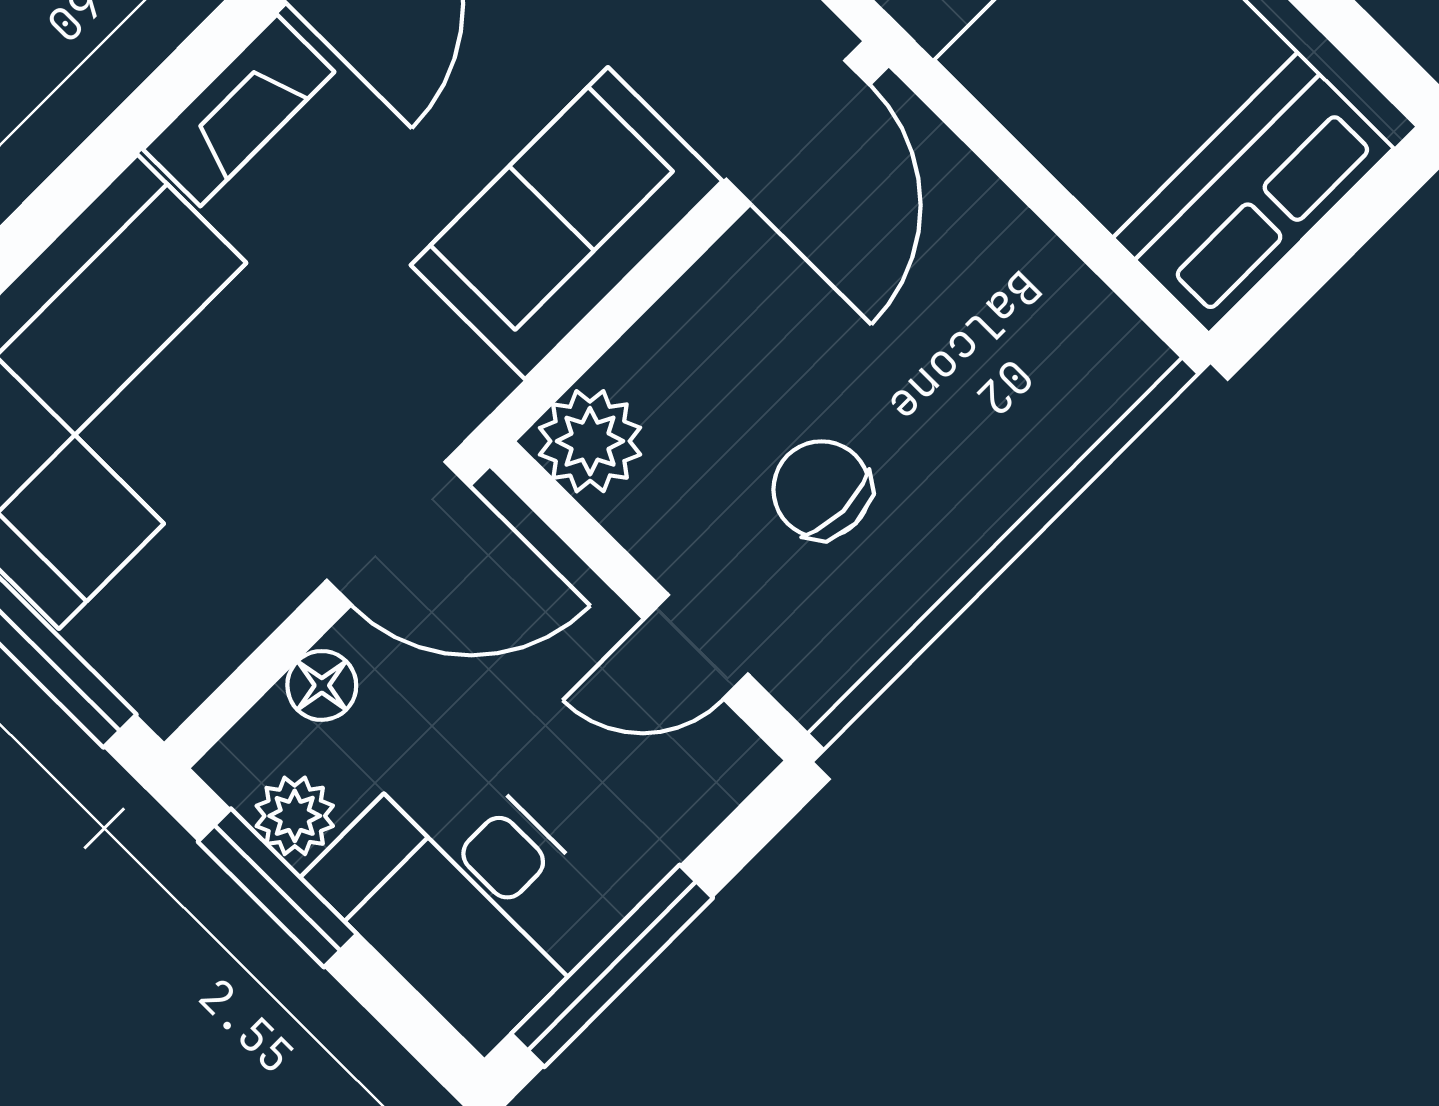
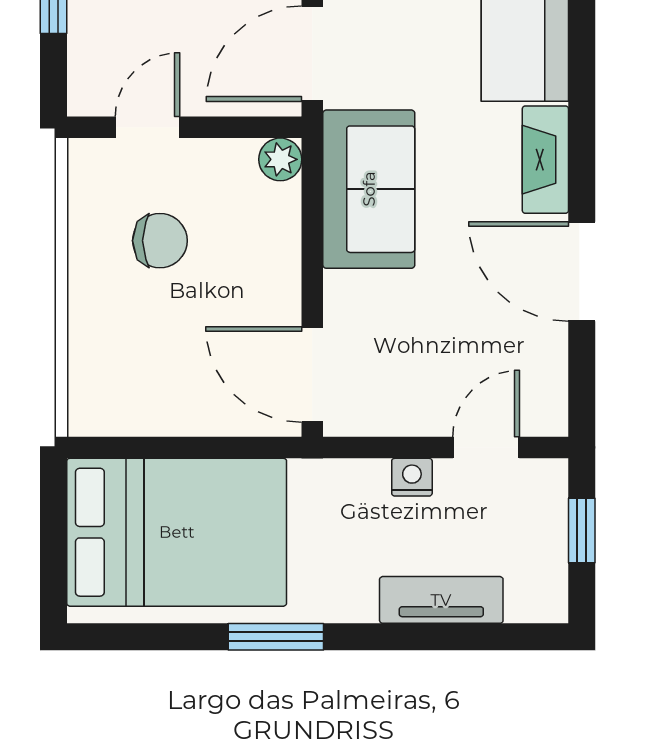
sofa: (567, 223) -> (369, 189), moved
plant: (590, 441) -> (280, 159), width x0.73, depth x0.73

